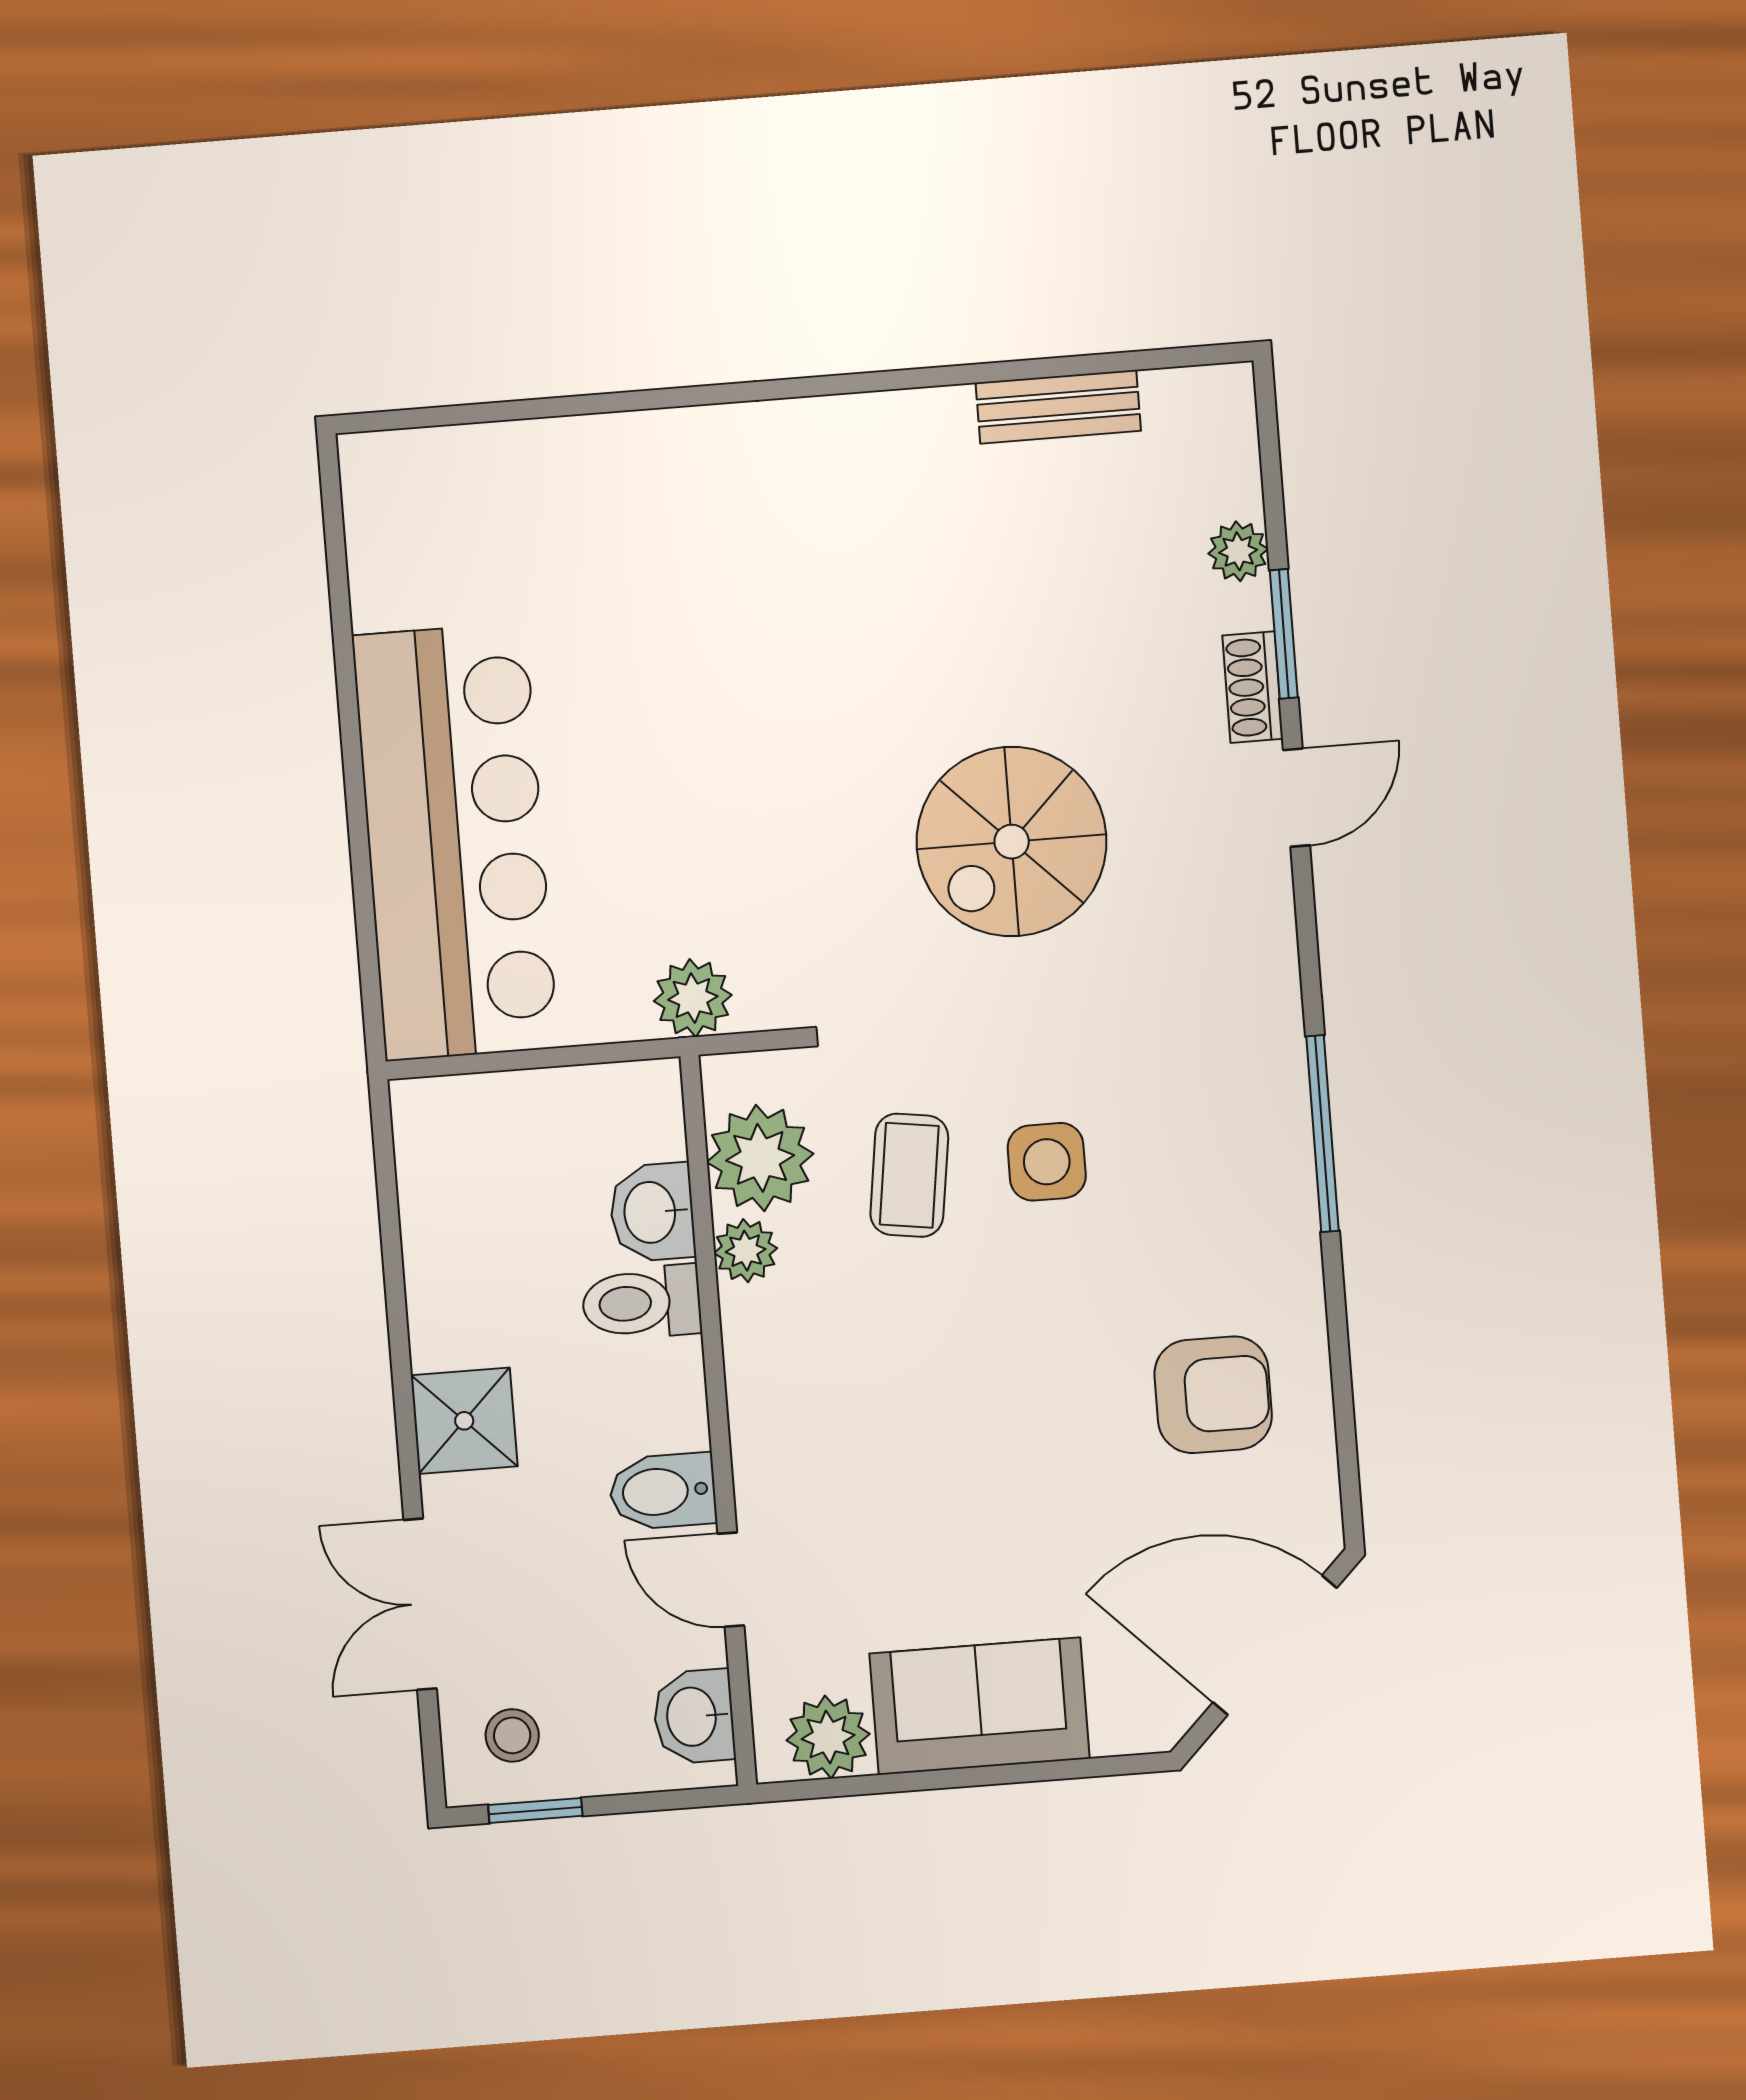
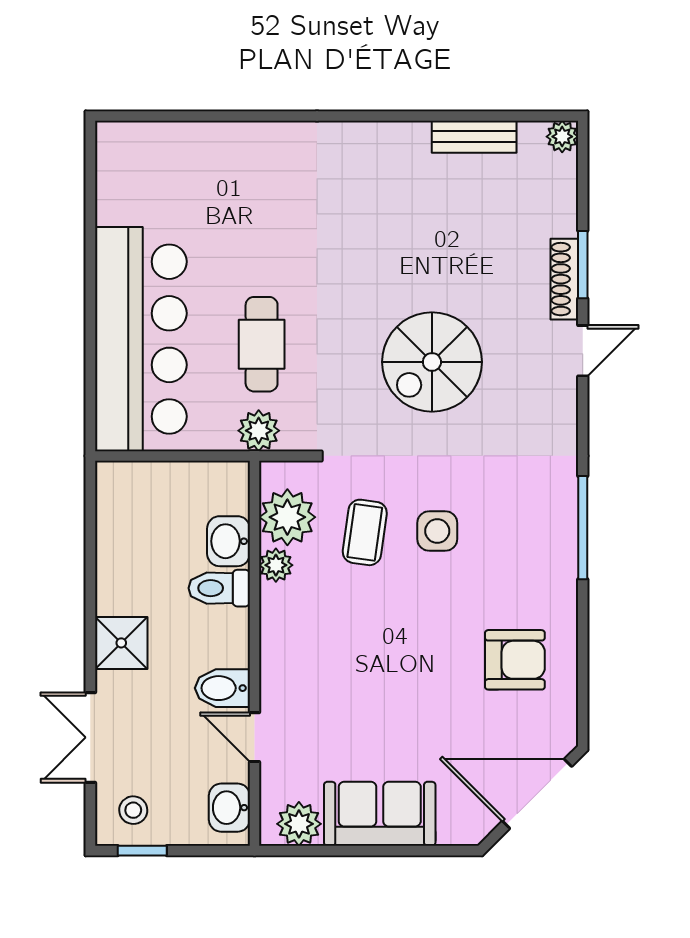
plant: (1238, 551) -> (562, 137), moved
shoe rack: (1253, 687) -> (564, 279), width x1.43
cafe table: (685, 833) -> (262, 344), added

